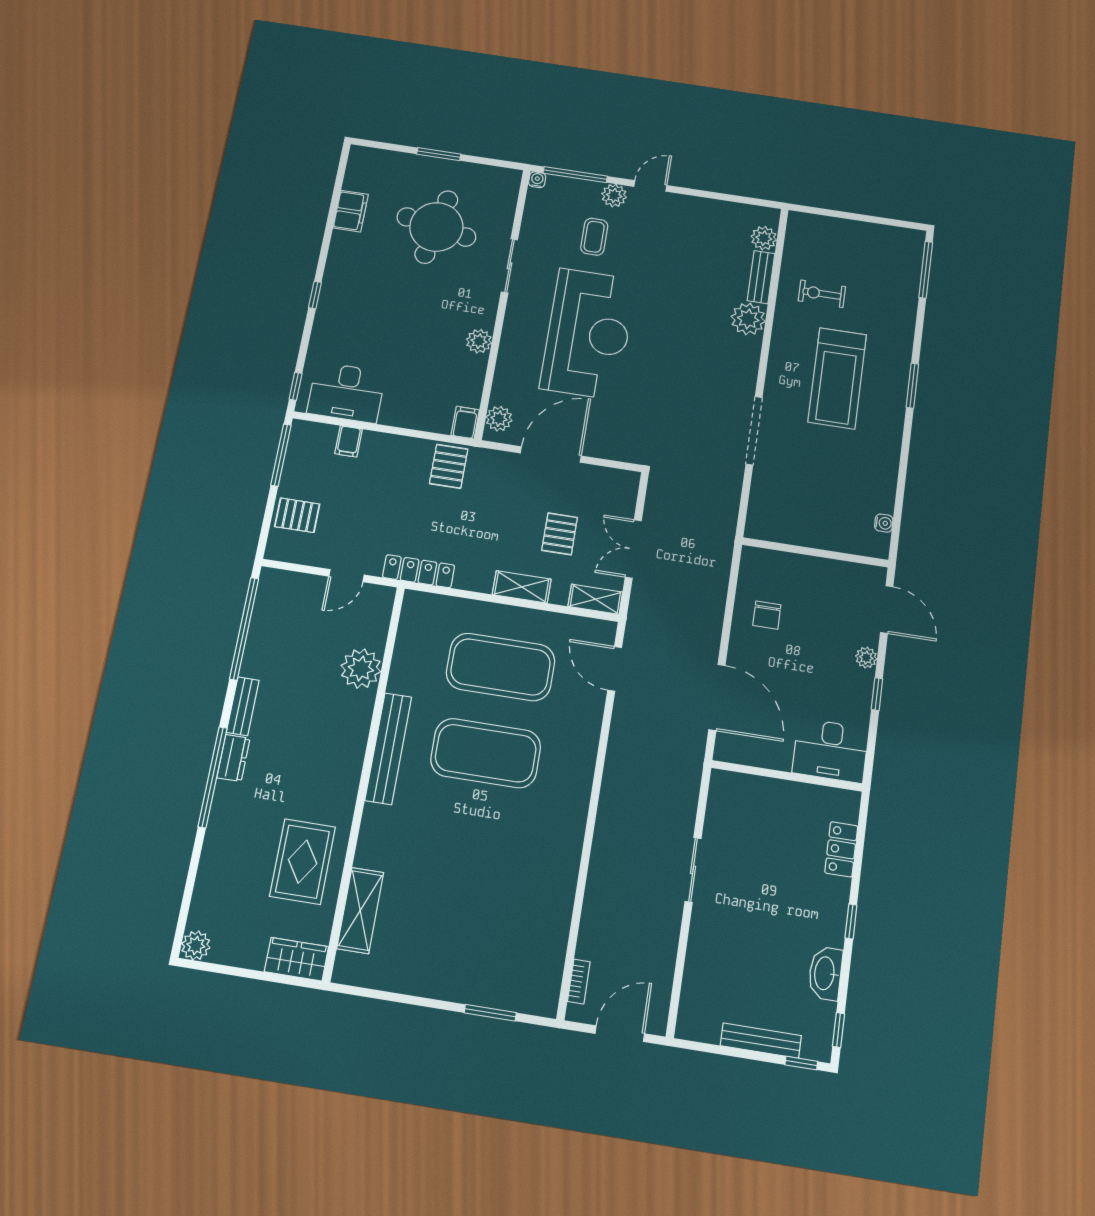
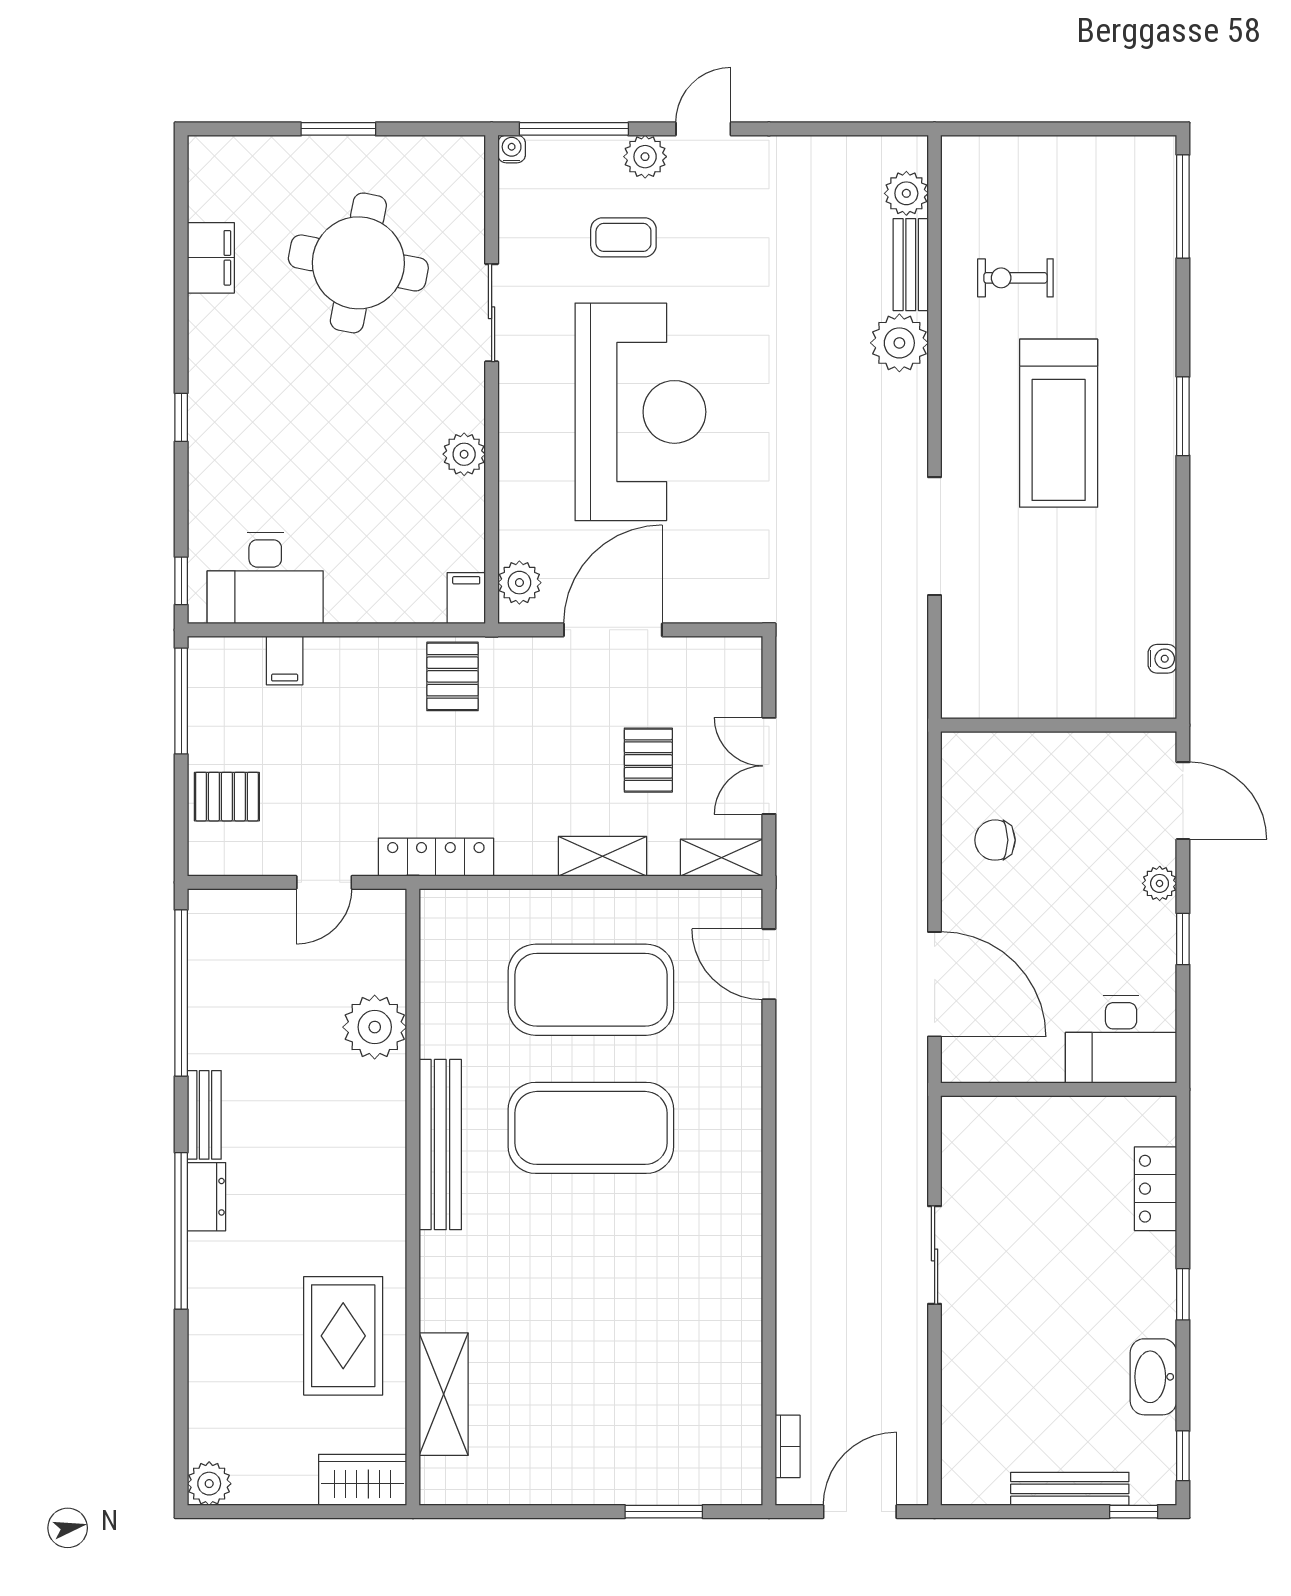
coffee table: (594, 237) -> (623, 237), turned 90
chair: (767, 615) -> (995, 840), turned 90

